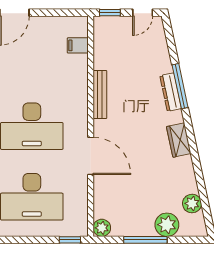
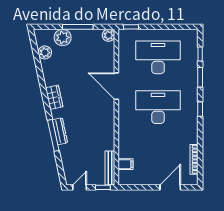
bench: (100, 95) -> (110, 168), moved

